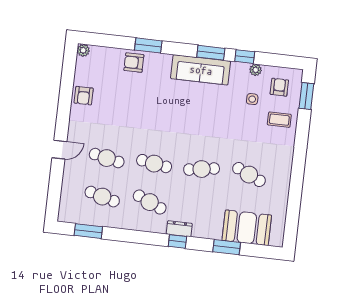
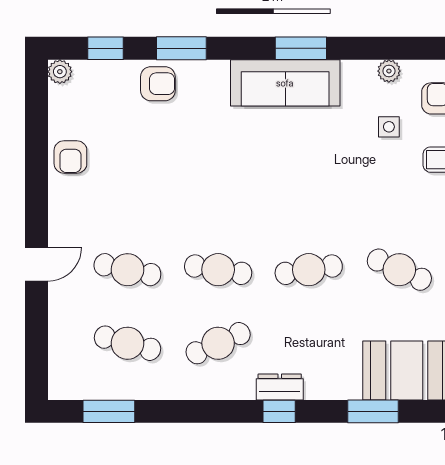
window: (245, 57) -> (106, 48), moved
armchair: (134, 63) -> (158, 84), turned 180
cafe table: (150, 202) -> (218, 343), turned -48

